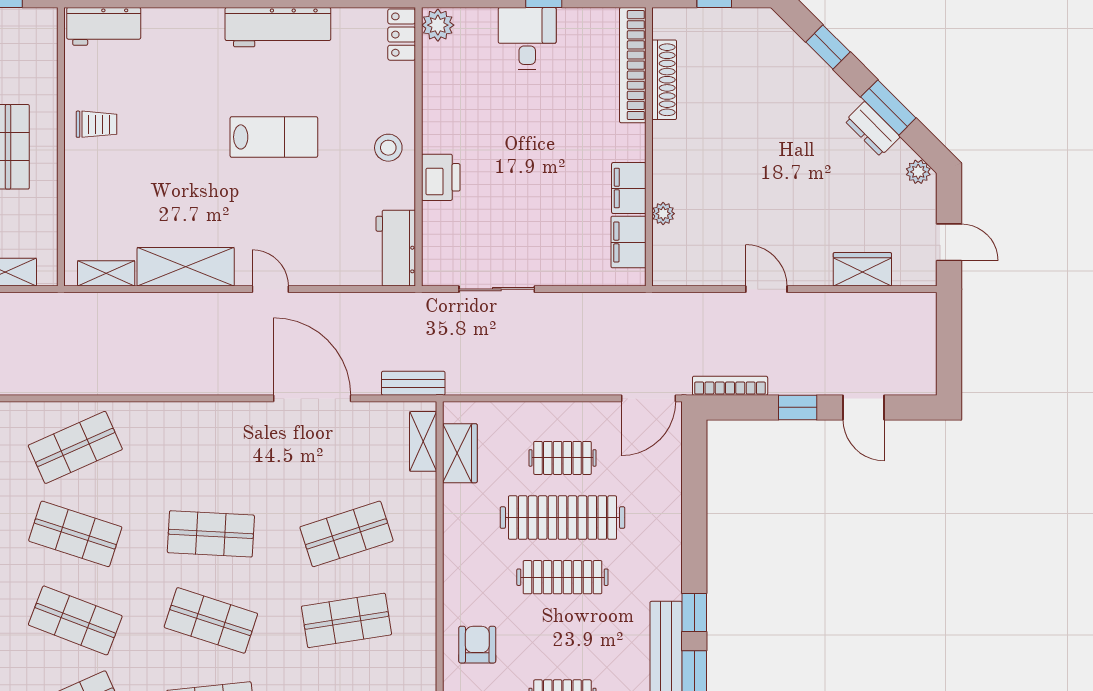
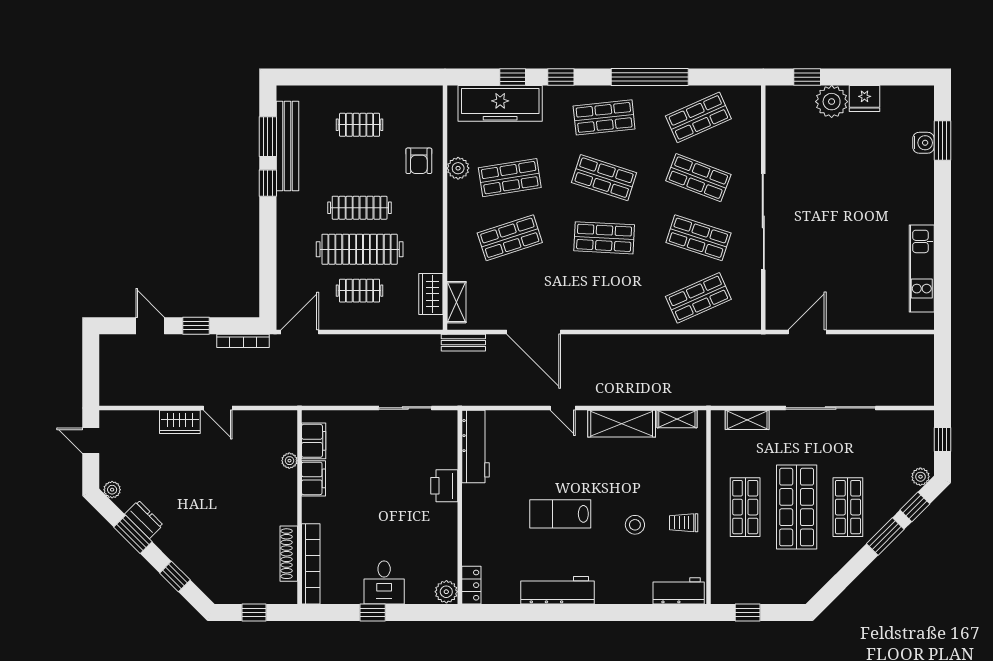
stool: (388, 148) -> (635, 525), moved
workbench: (396, 248) -> (475, 447), width x1.38
wardrobe: (862, 269) -> (180, 422), moved
plant: (421, 634) -> (458, 168), added

